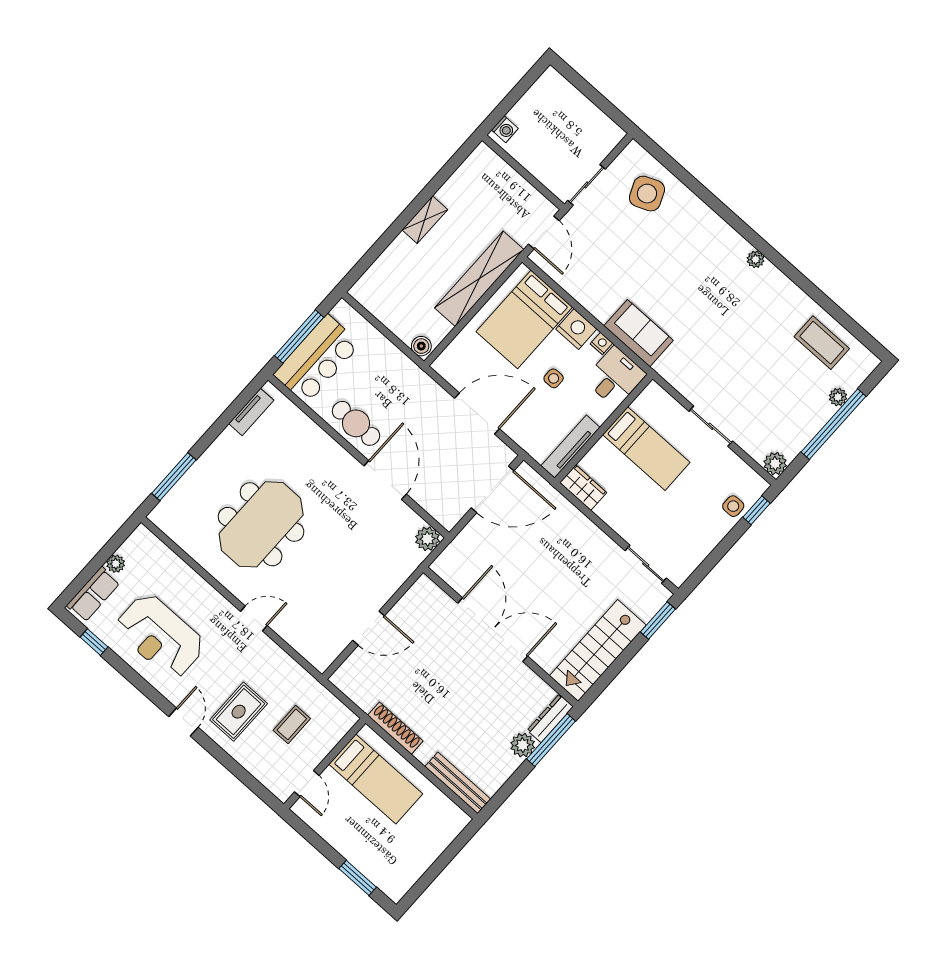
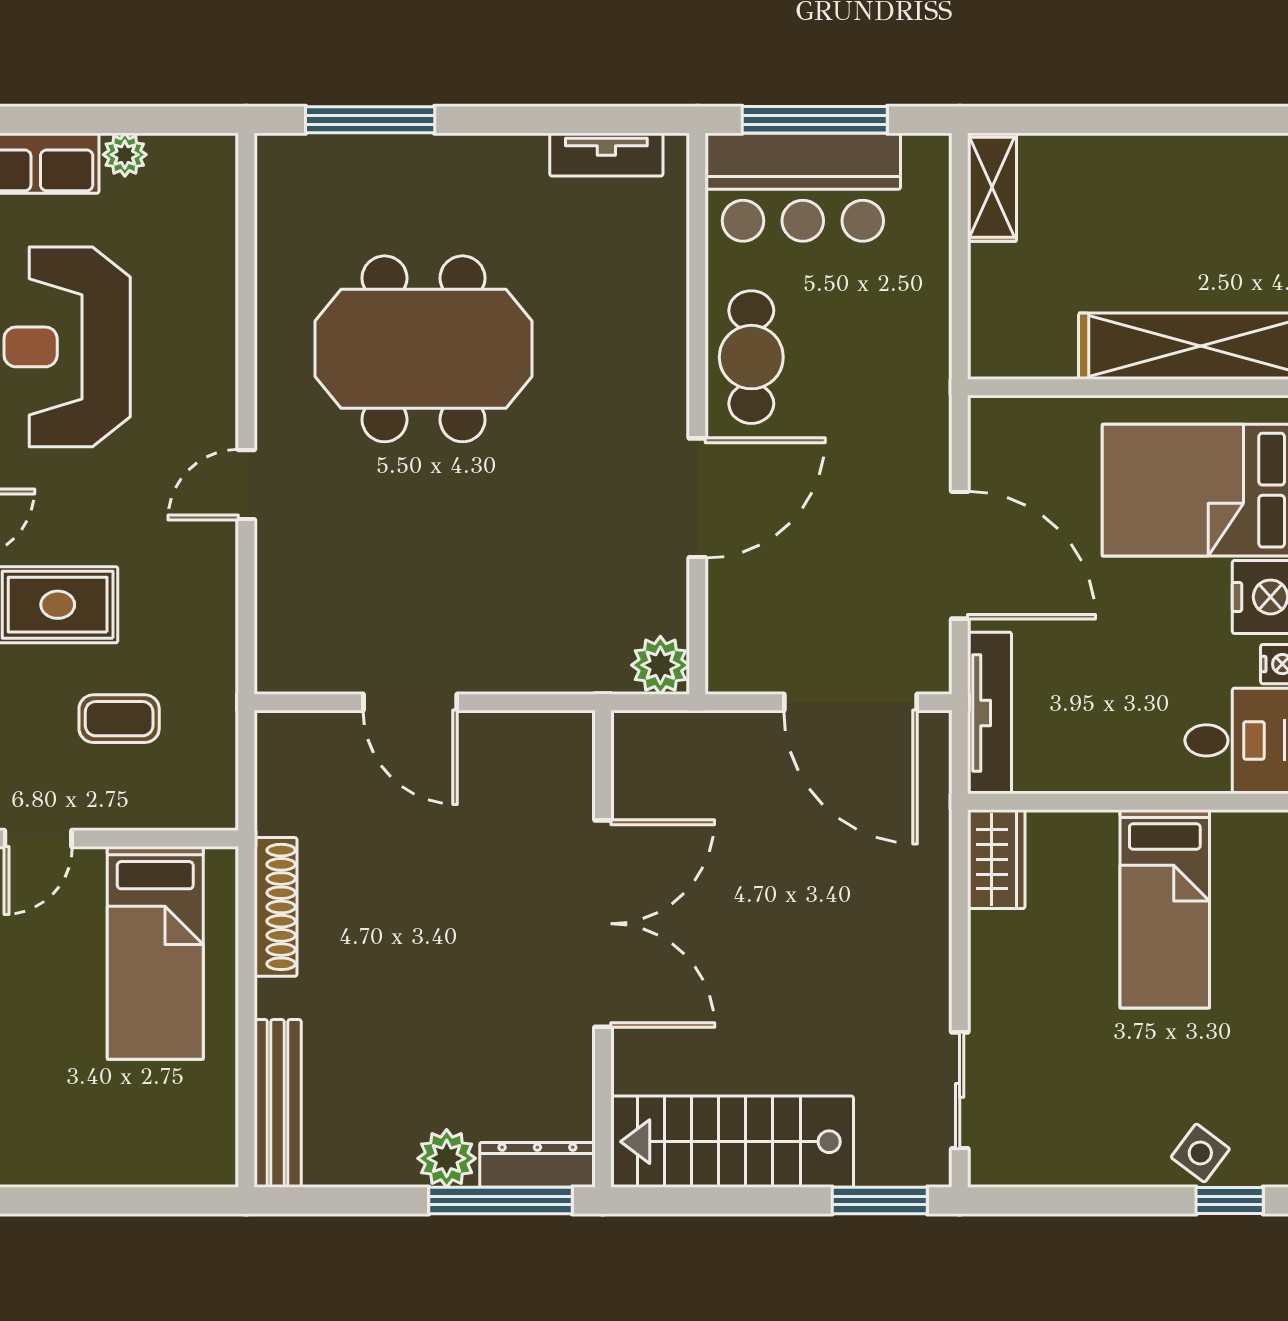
shelving: (425, 220) -> (992, 187), moved, turned 90
boiler: (421, 346) -> (991, 350), removed
side table: (554, 378) -> (1142, 635), removed
tv unit: (570, 447) -> (989, 713), moved, turned 90
side table: (733, 506) -> (1200, 1153), turned 37
door: (254, 618) -> (246, 485), swing flipped

